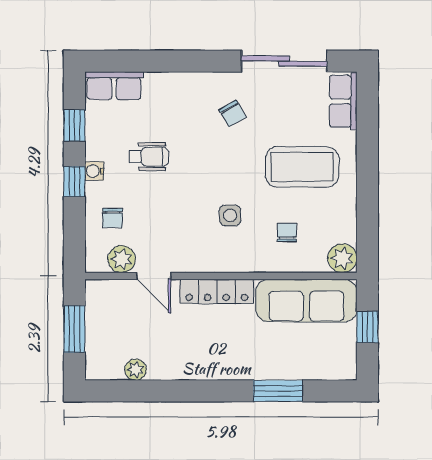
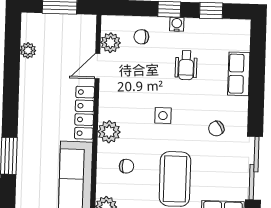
row of seats: (114, 86) -> (239, 74), moved
side table: (230, 215) -> (163, 116), moved
plant: (241, 257) -> (109, 132), added

